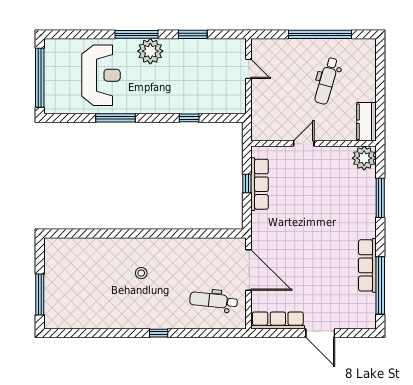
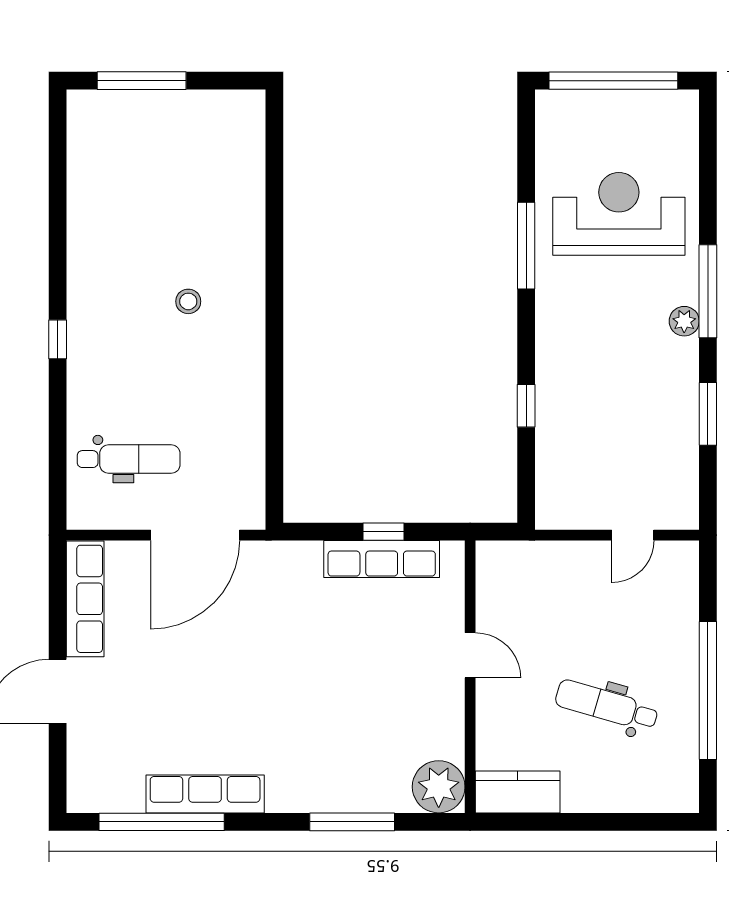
plant: (150, 51) -> (684, 321), width x0.53, depth x0.53
reception desk: (101, 75) -> (619, 214), turned 180
dental chair: (214, 300) -> (129, 459), turned 84

